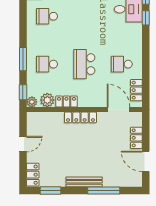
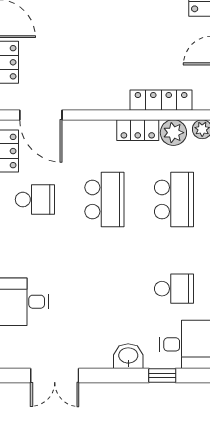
school desk: (47, 64) -> (174, 200), width x1.85
locker: (80, 117) -> (161, 100), moved

